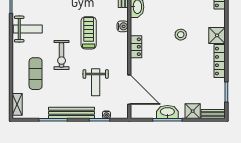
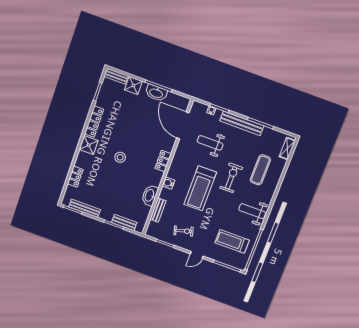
treadmill: (89, 33) -> (200, 188), width x1.37, depth x1.38
weight bench: (96, 82) -> (210, 143), turned -90

